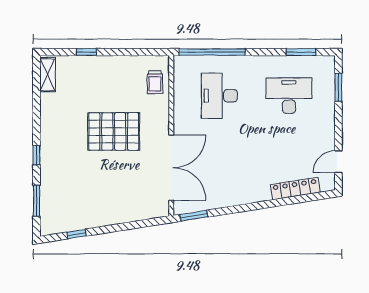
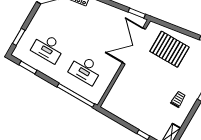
trolley: (155, 82) -> (178, 99), moved
desk: (219, 96) -> (85, 70), turned 90
pallet: (114, 131) -> (169, 49), moved

